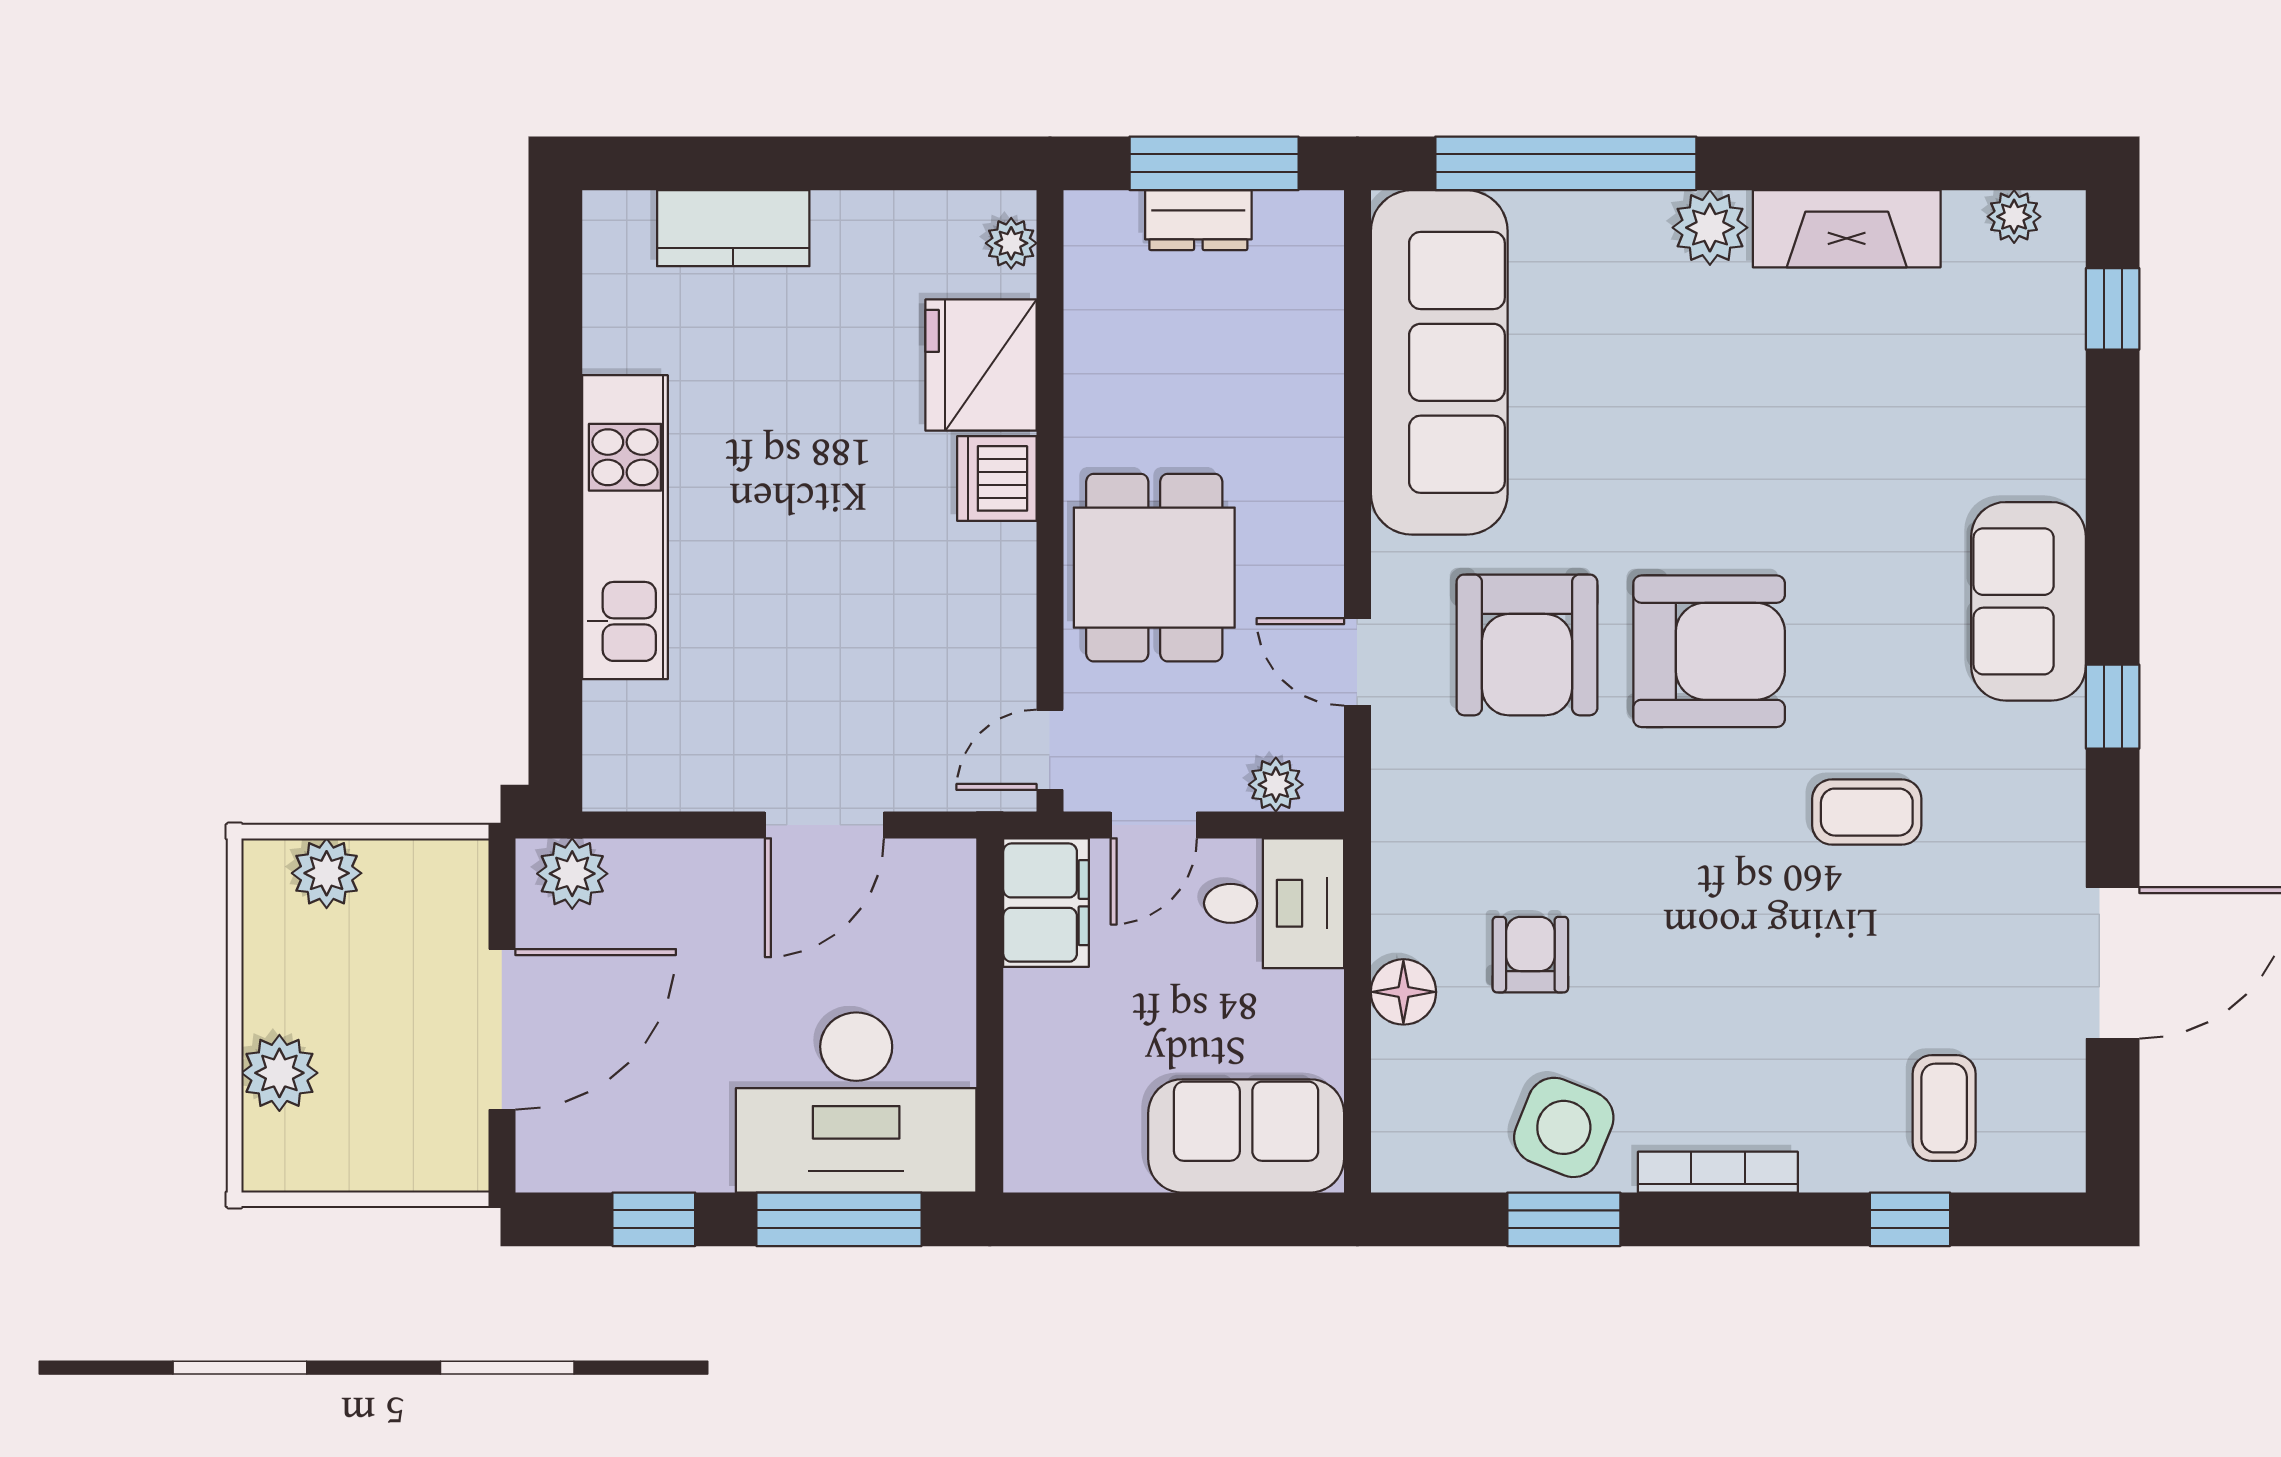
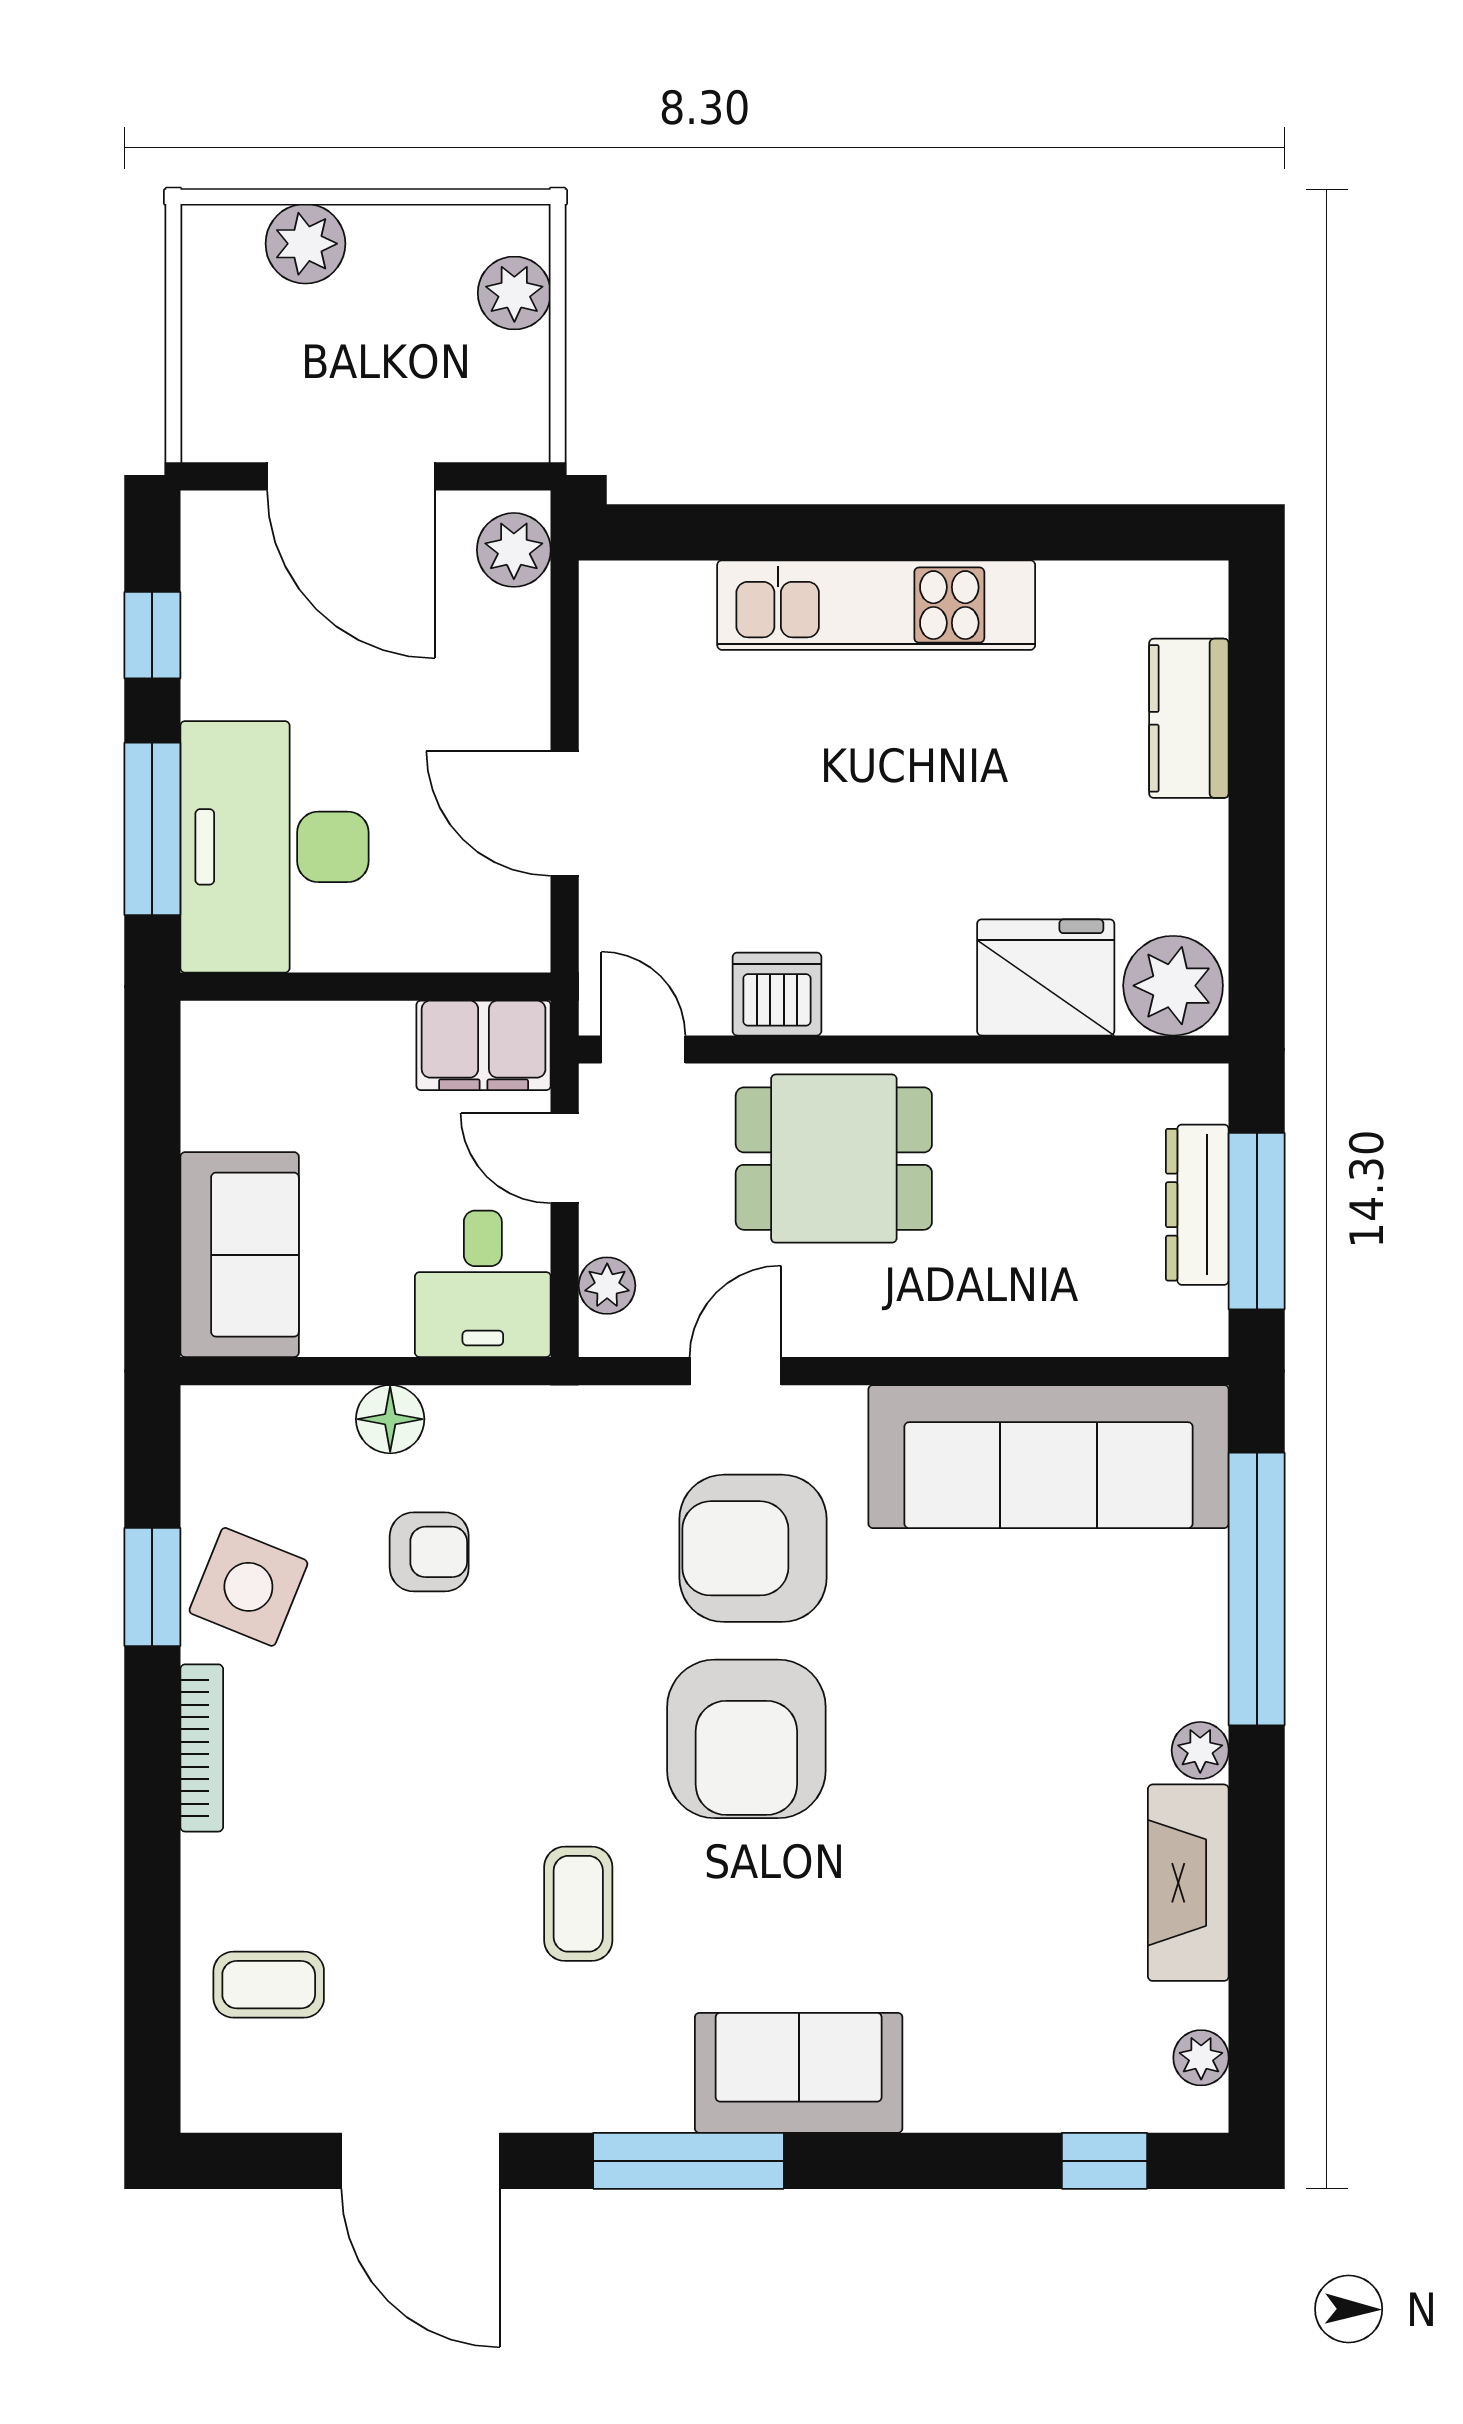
dresser: (1198, 220) -> (1197, 1205), width x1.44
plant: (1710, 228) -> (1200, 1750), width x0.73, depth x0.73
plant: (1011, 243) -> (1173, 986), width x1.87, depth x1.87
dishwasher: (997, 478) -> (777, 994), moved
window: (2113, 707) -> (689, 2161), width x2.17
window: (1910, 1219) -> (152, 1949), removed

